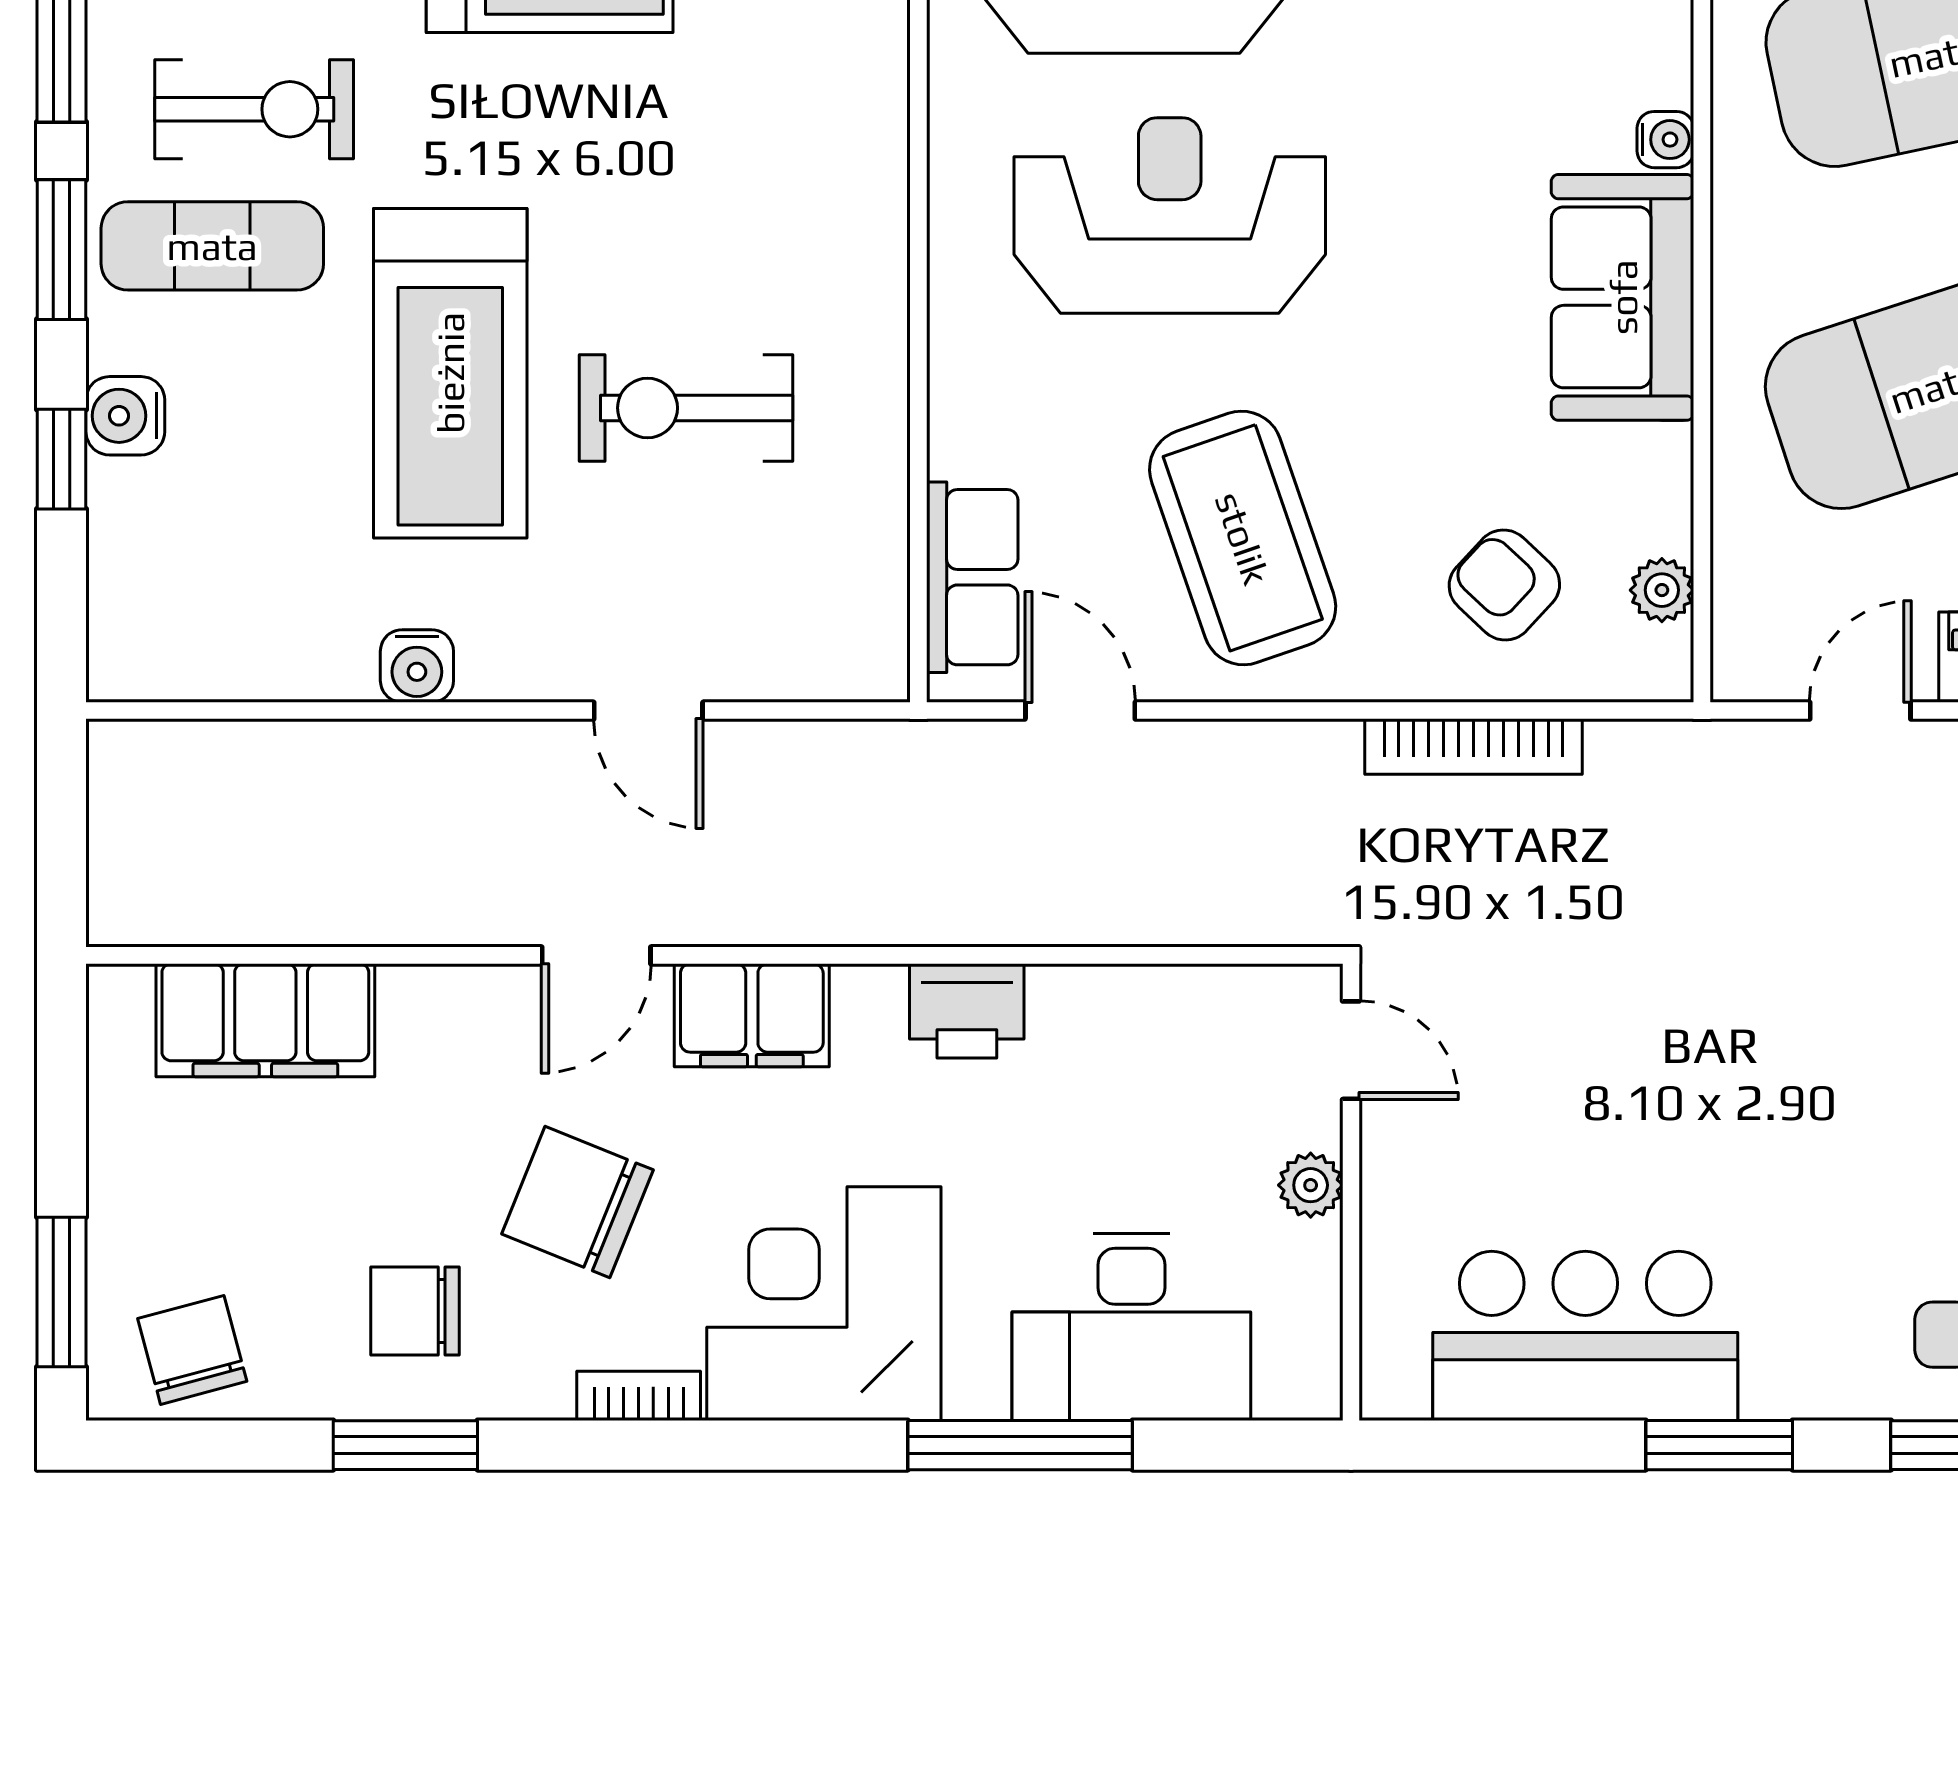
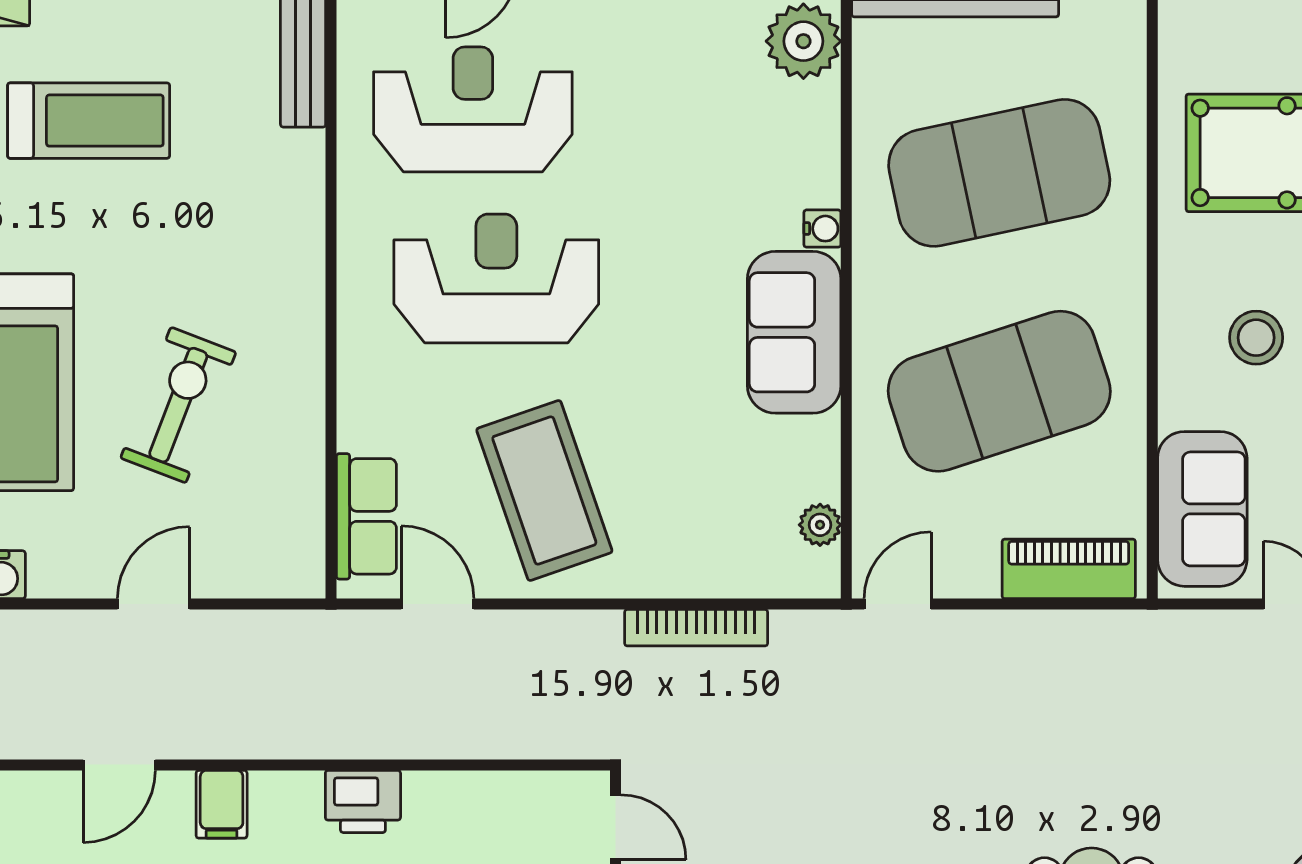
exercise bike: (686, 408) -> (178, 405), turned 111
armchair: (1504, 585) -> (716, 521), removed
door: (648, 711) -> (154, 604), swing flipped
door: (1860, 711) -> (898, 604), moved
filing cabinet: (752, 1015) -> (222, 804), width x0.50

